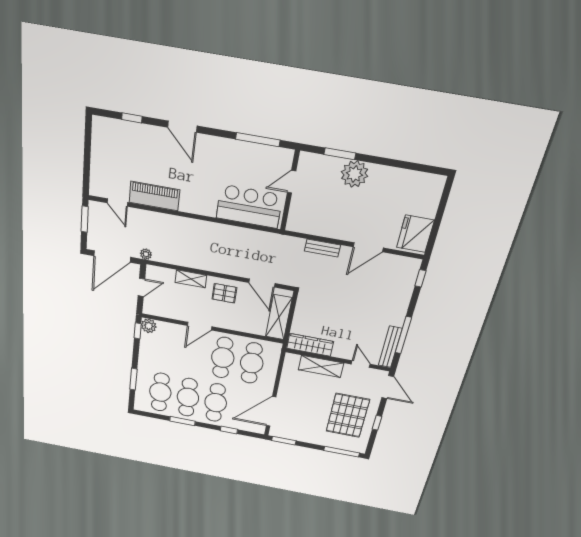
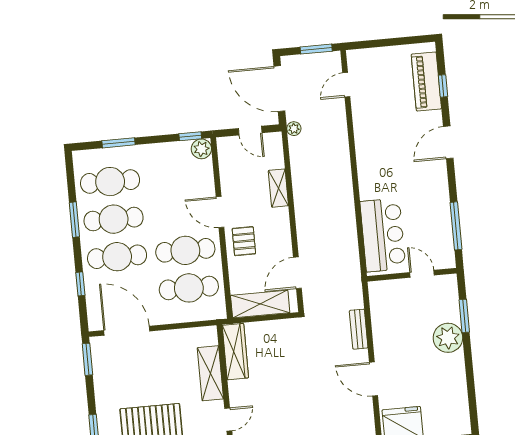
piano: (154, 196) -> (426, 81), moved, turned 180
pallet: (224, 293) -> (244, 241), moved

